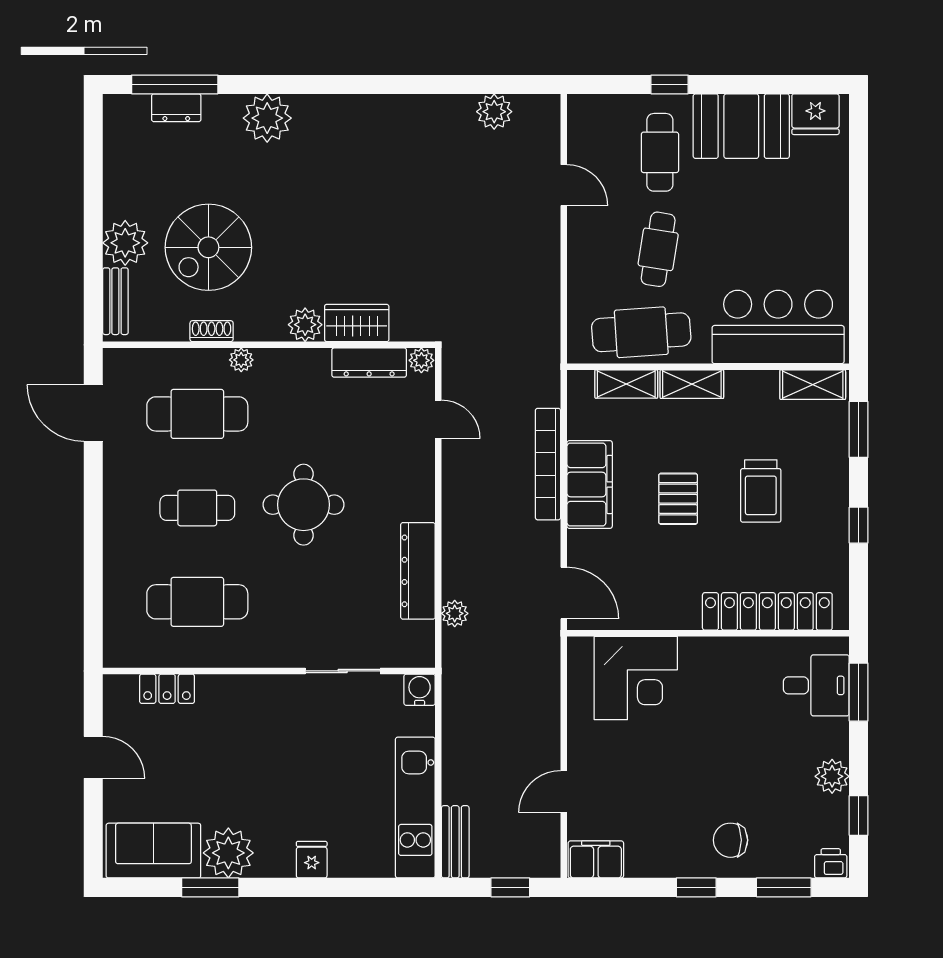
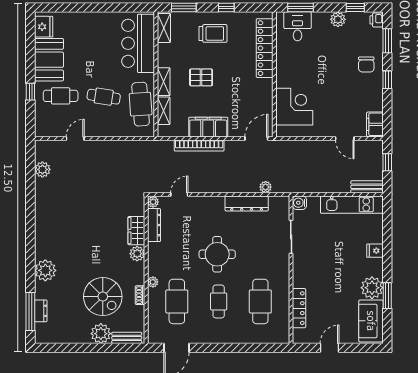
trolley: (761, 491) -> (213, 33), moved
pallet: (678, 499) -> (201, 77), moved
locker: (167, 689) -> (299, 308), width x1.53

